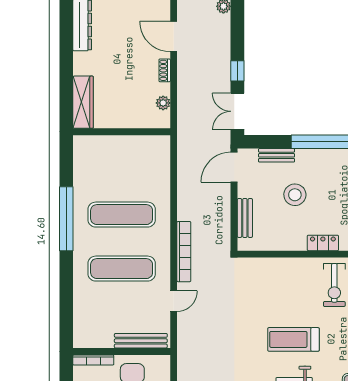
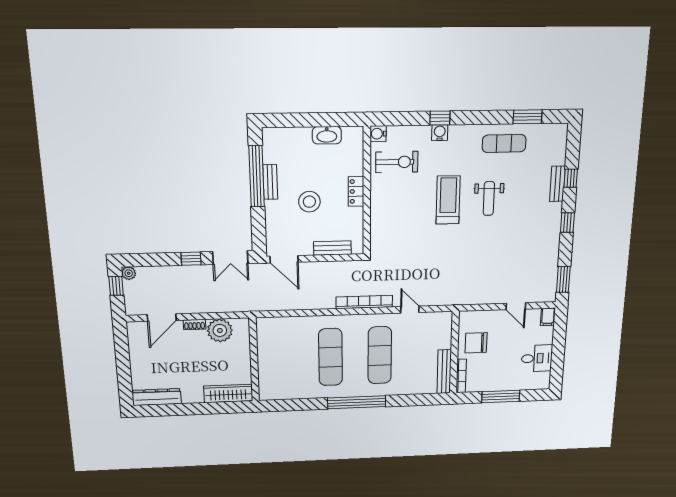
plant: (163, 103) -> (220, 330), width x1.87, depth x1.87
bench: (277, 155) -> (270, 182), moved
window: (66, 219) -> (357, 402), moved
locker: (323, 243) -> (356, 191), moved
treadmill: (293, 339) -> (448, 200), turned 180
bench: (141, 341) -> (444, 372), moved

